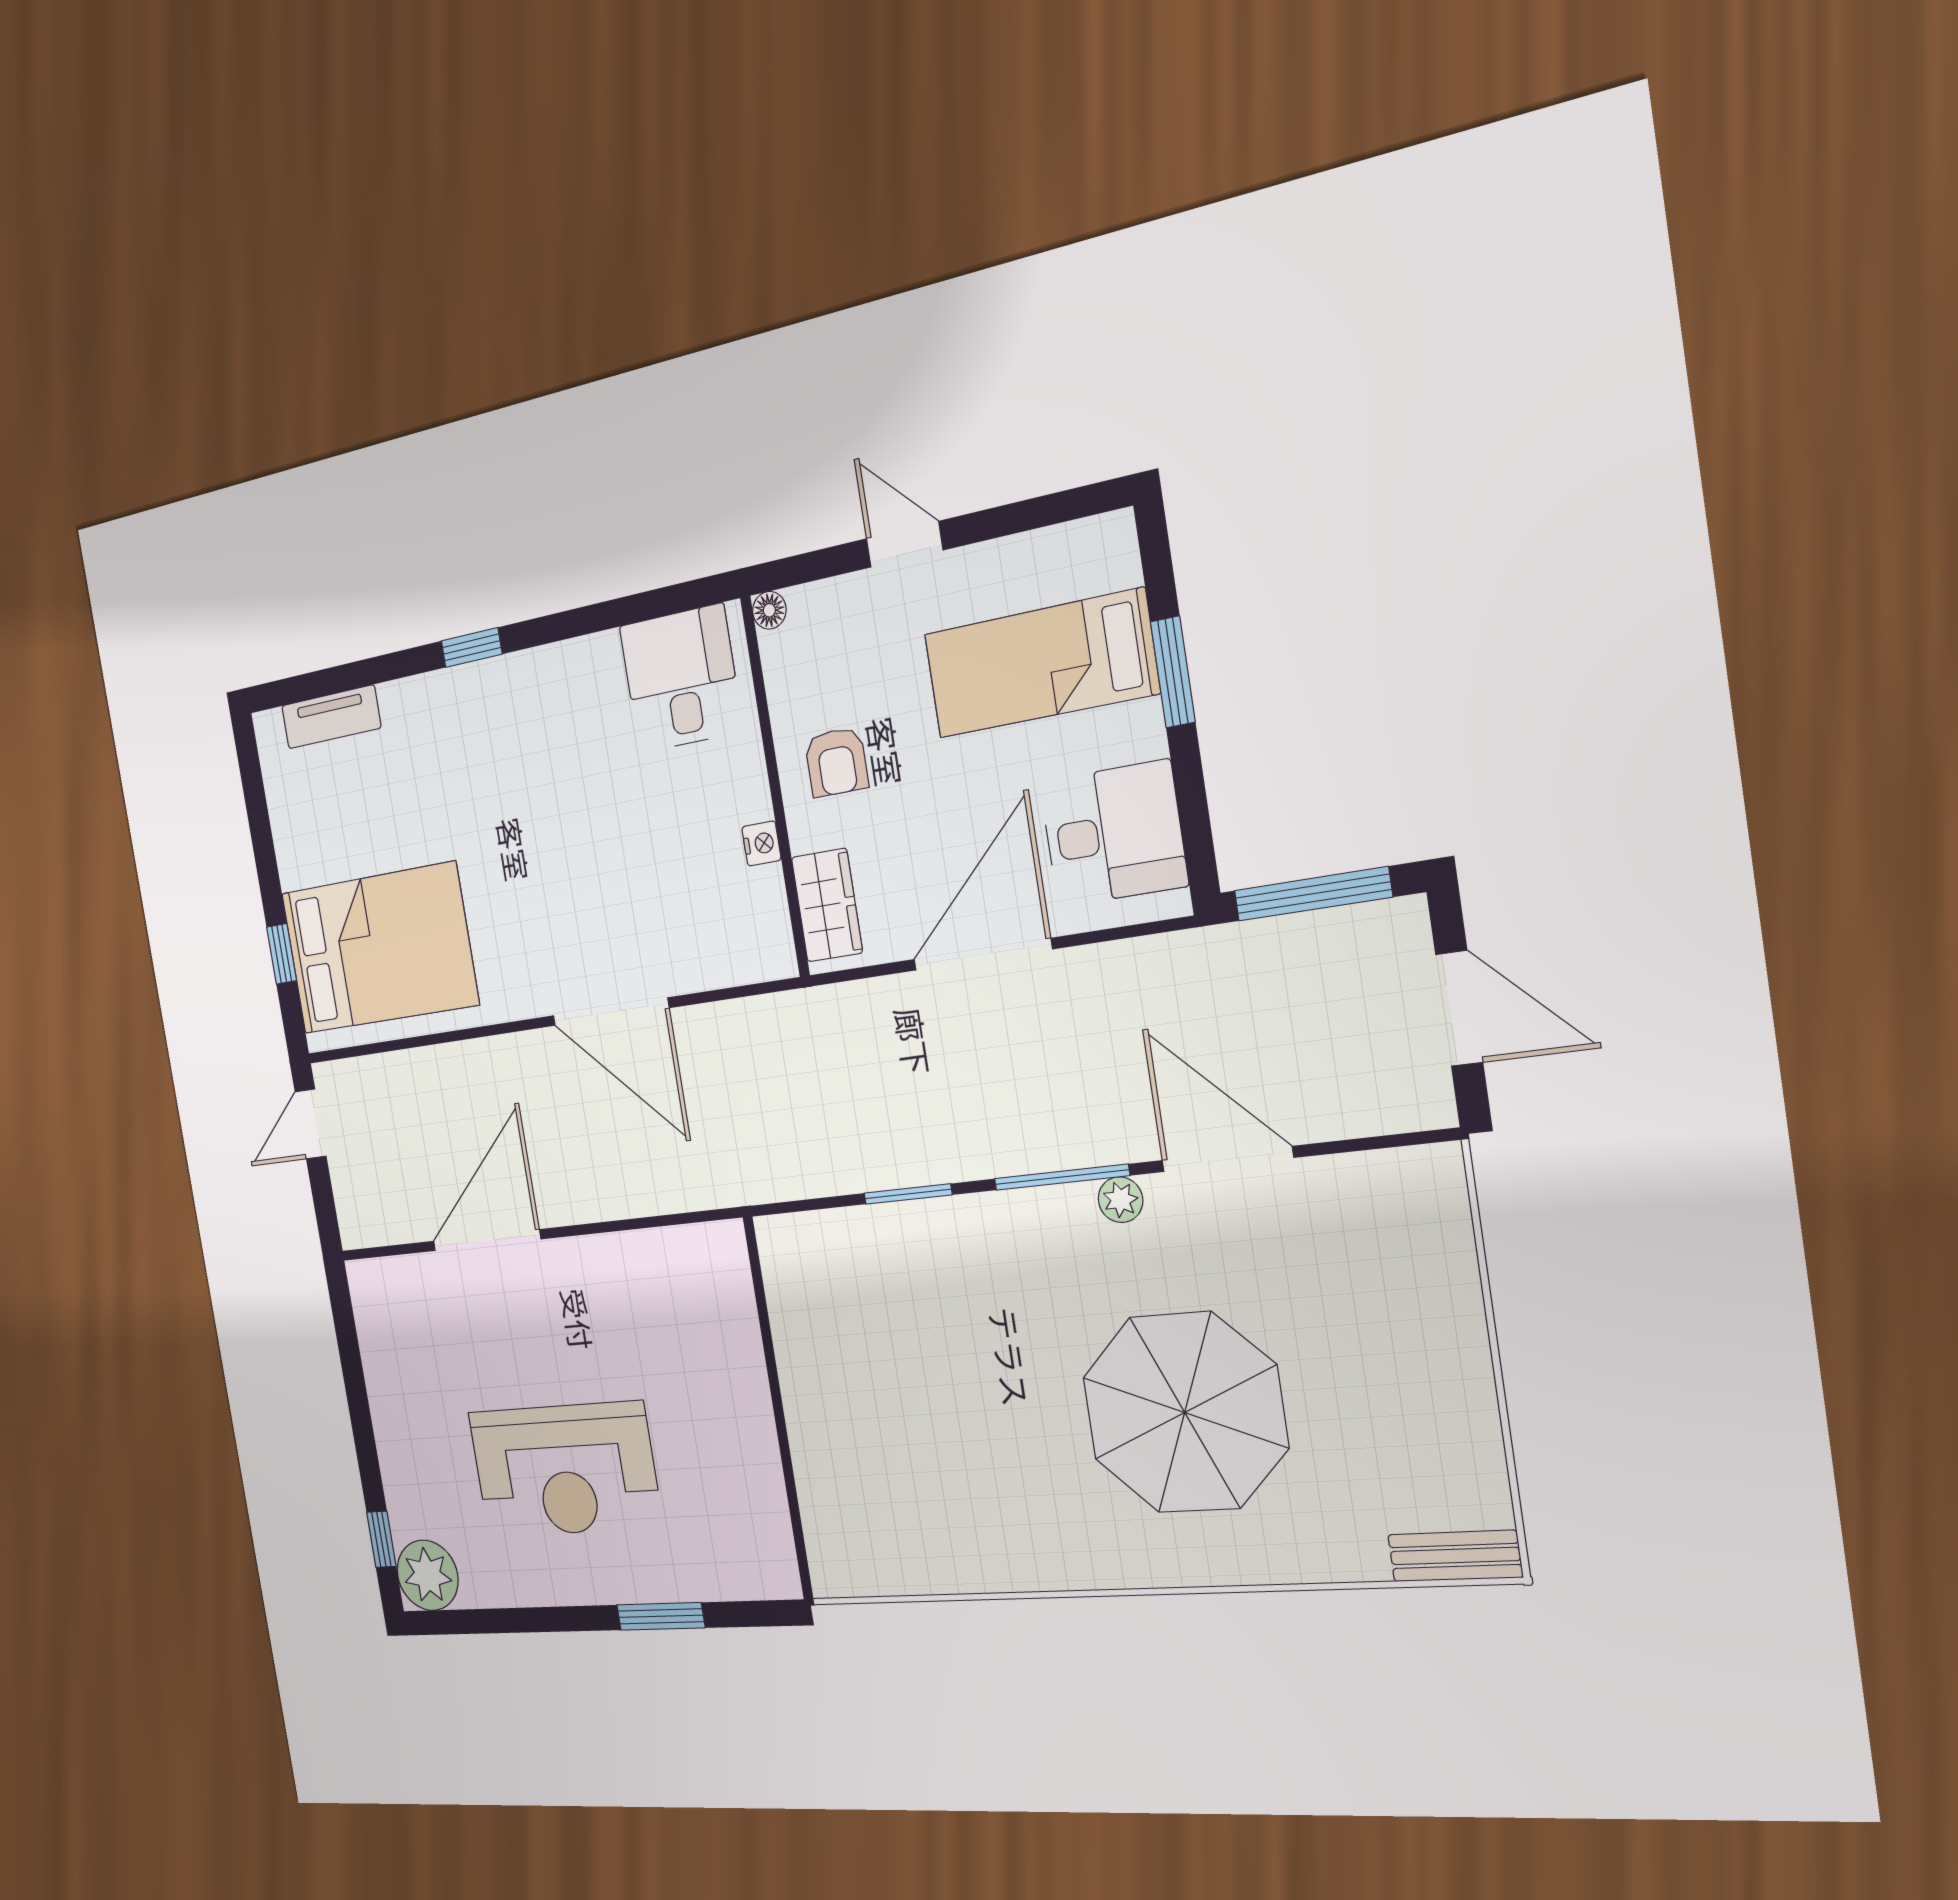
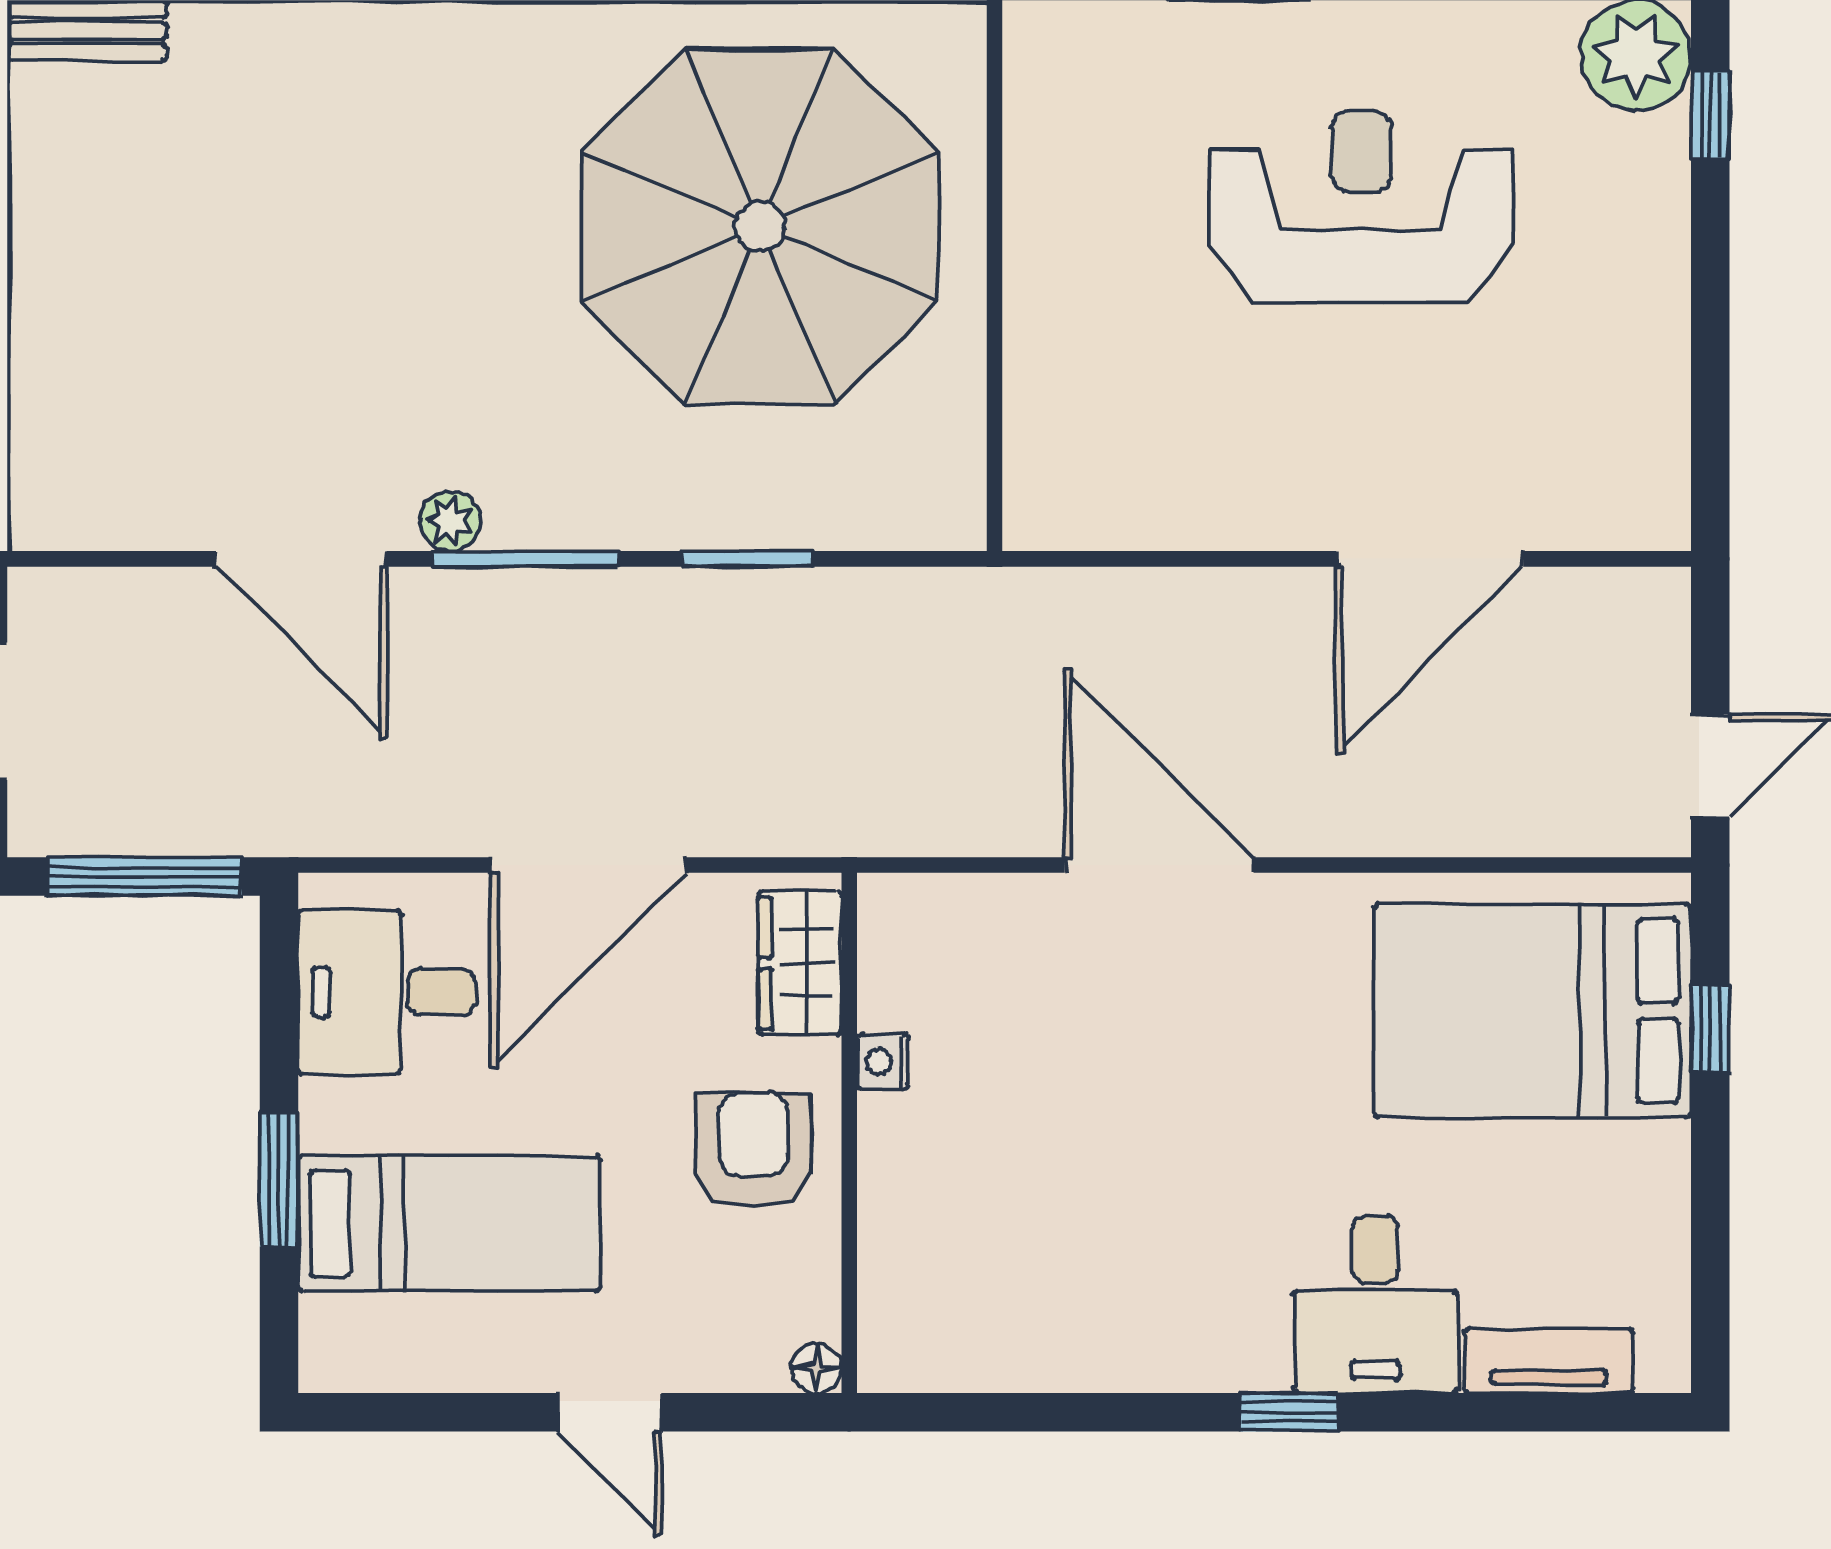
desk: (681, 679) -> (1376, 1304), moved
armchair: (836, 762) -> (753, 1151), width x1.38, depth x1.38
parasol: (1185, 1413) -> (760, 227), moved, width x1.36, depth x1.36

